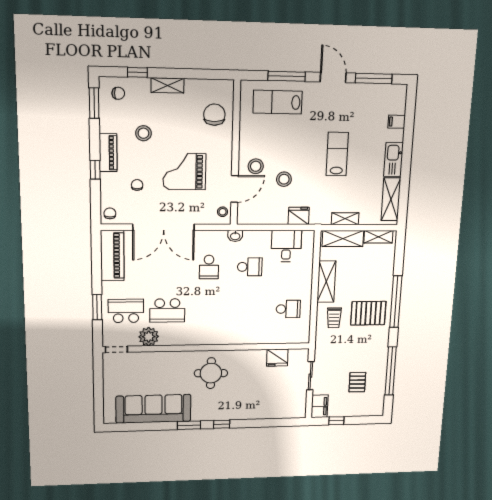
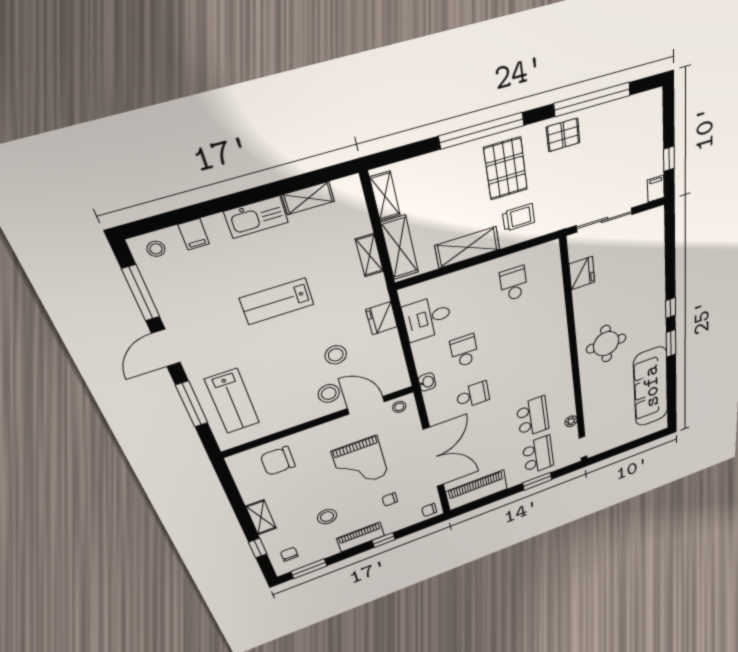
stool: (396, 98) -> (156, 249), added
shelving: (391, 199) -> (308, 198), width x0.67, depth x0.75
school desk: (126, 311) -> (538, 455), turned 180
plant: (149, 337) -> (571, 421), width x0.53, depth x0.53
sliding door: (310, 376) -> (604, 220), width x1.37
pallet: (357, 382) -> (563, 135), moved
filing cabinet: (320, 406) -> (656, 189), width x0.50

